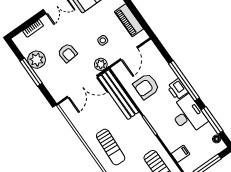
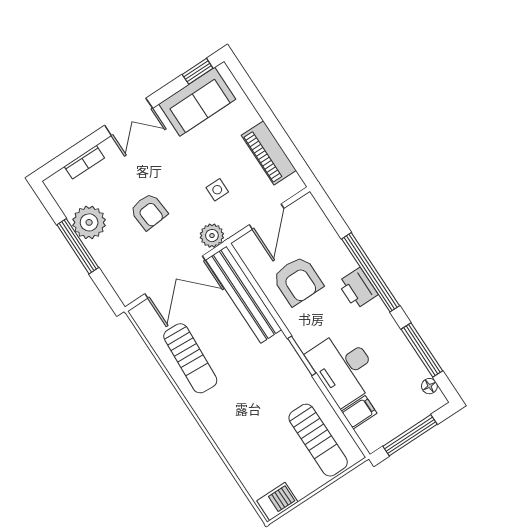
armchair: (146, 86) -> (298, 281), turned -90
desk: (188, 115) -> (344, 368), moved, turned 180
sun lounger: (111, 147) -> (190, 358), moved

